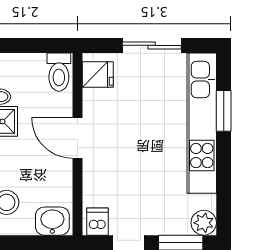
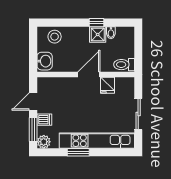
fridge: (98, 75) -> (108, 85), moved
window: (224, 111) -> (78, 152), moved
dishwasher: (97, 222) -> (44, 120), moved

